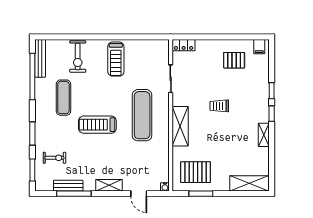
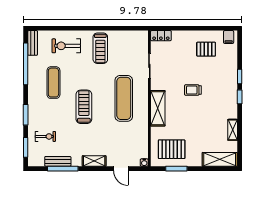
exercise bike: (78, 56) -> (66, 46), turned 90
bench: (40, 58) -> (33, 43), width x0.73
treadmill: (97, 125) -> (84, 107), turned 90
shelving: (264, 135) -> (233, 130), moved

